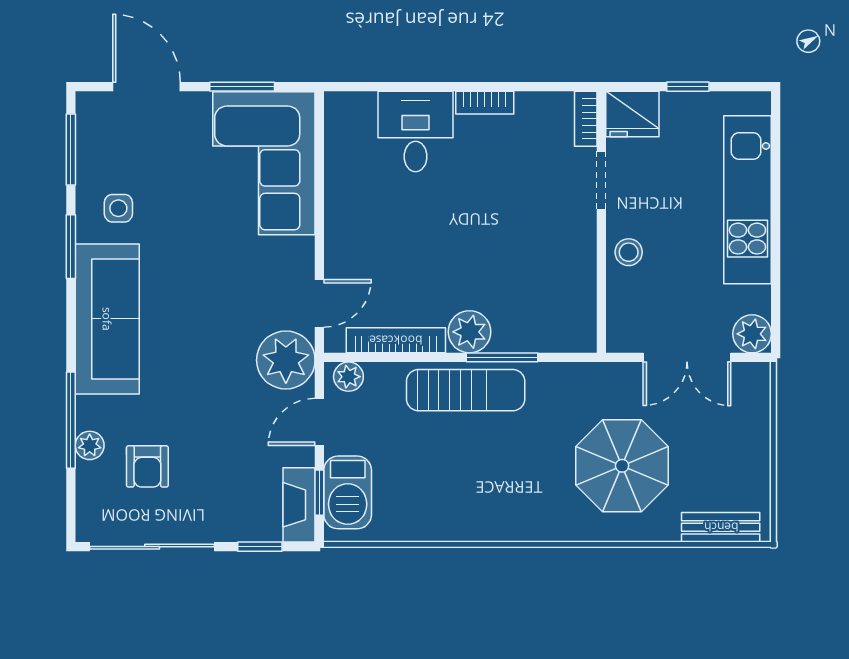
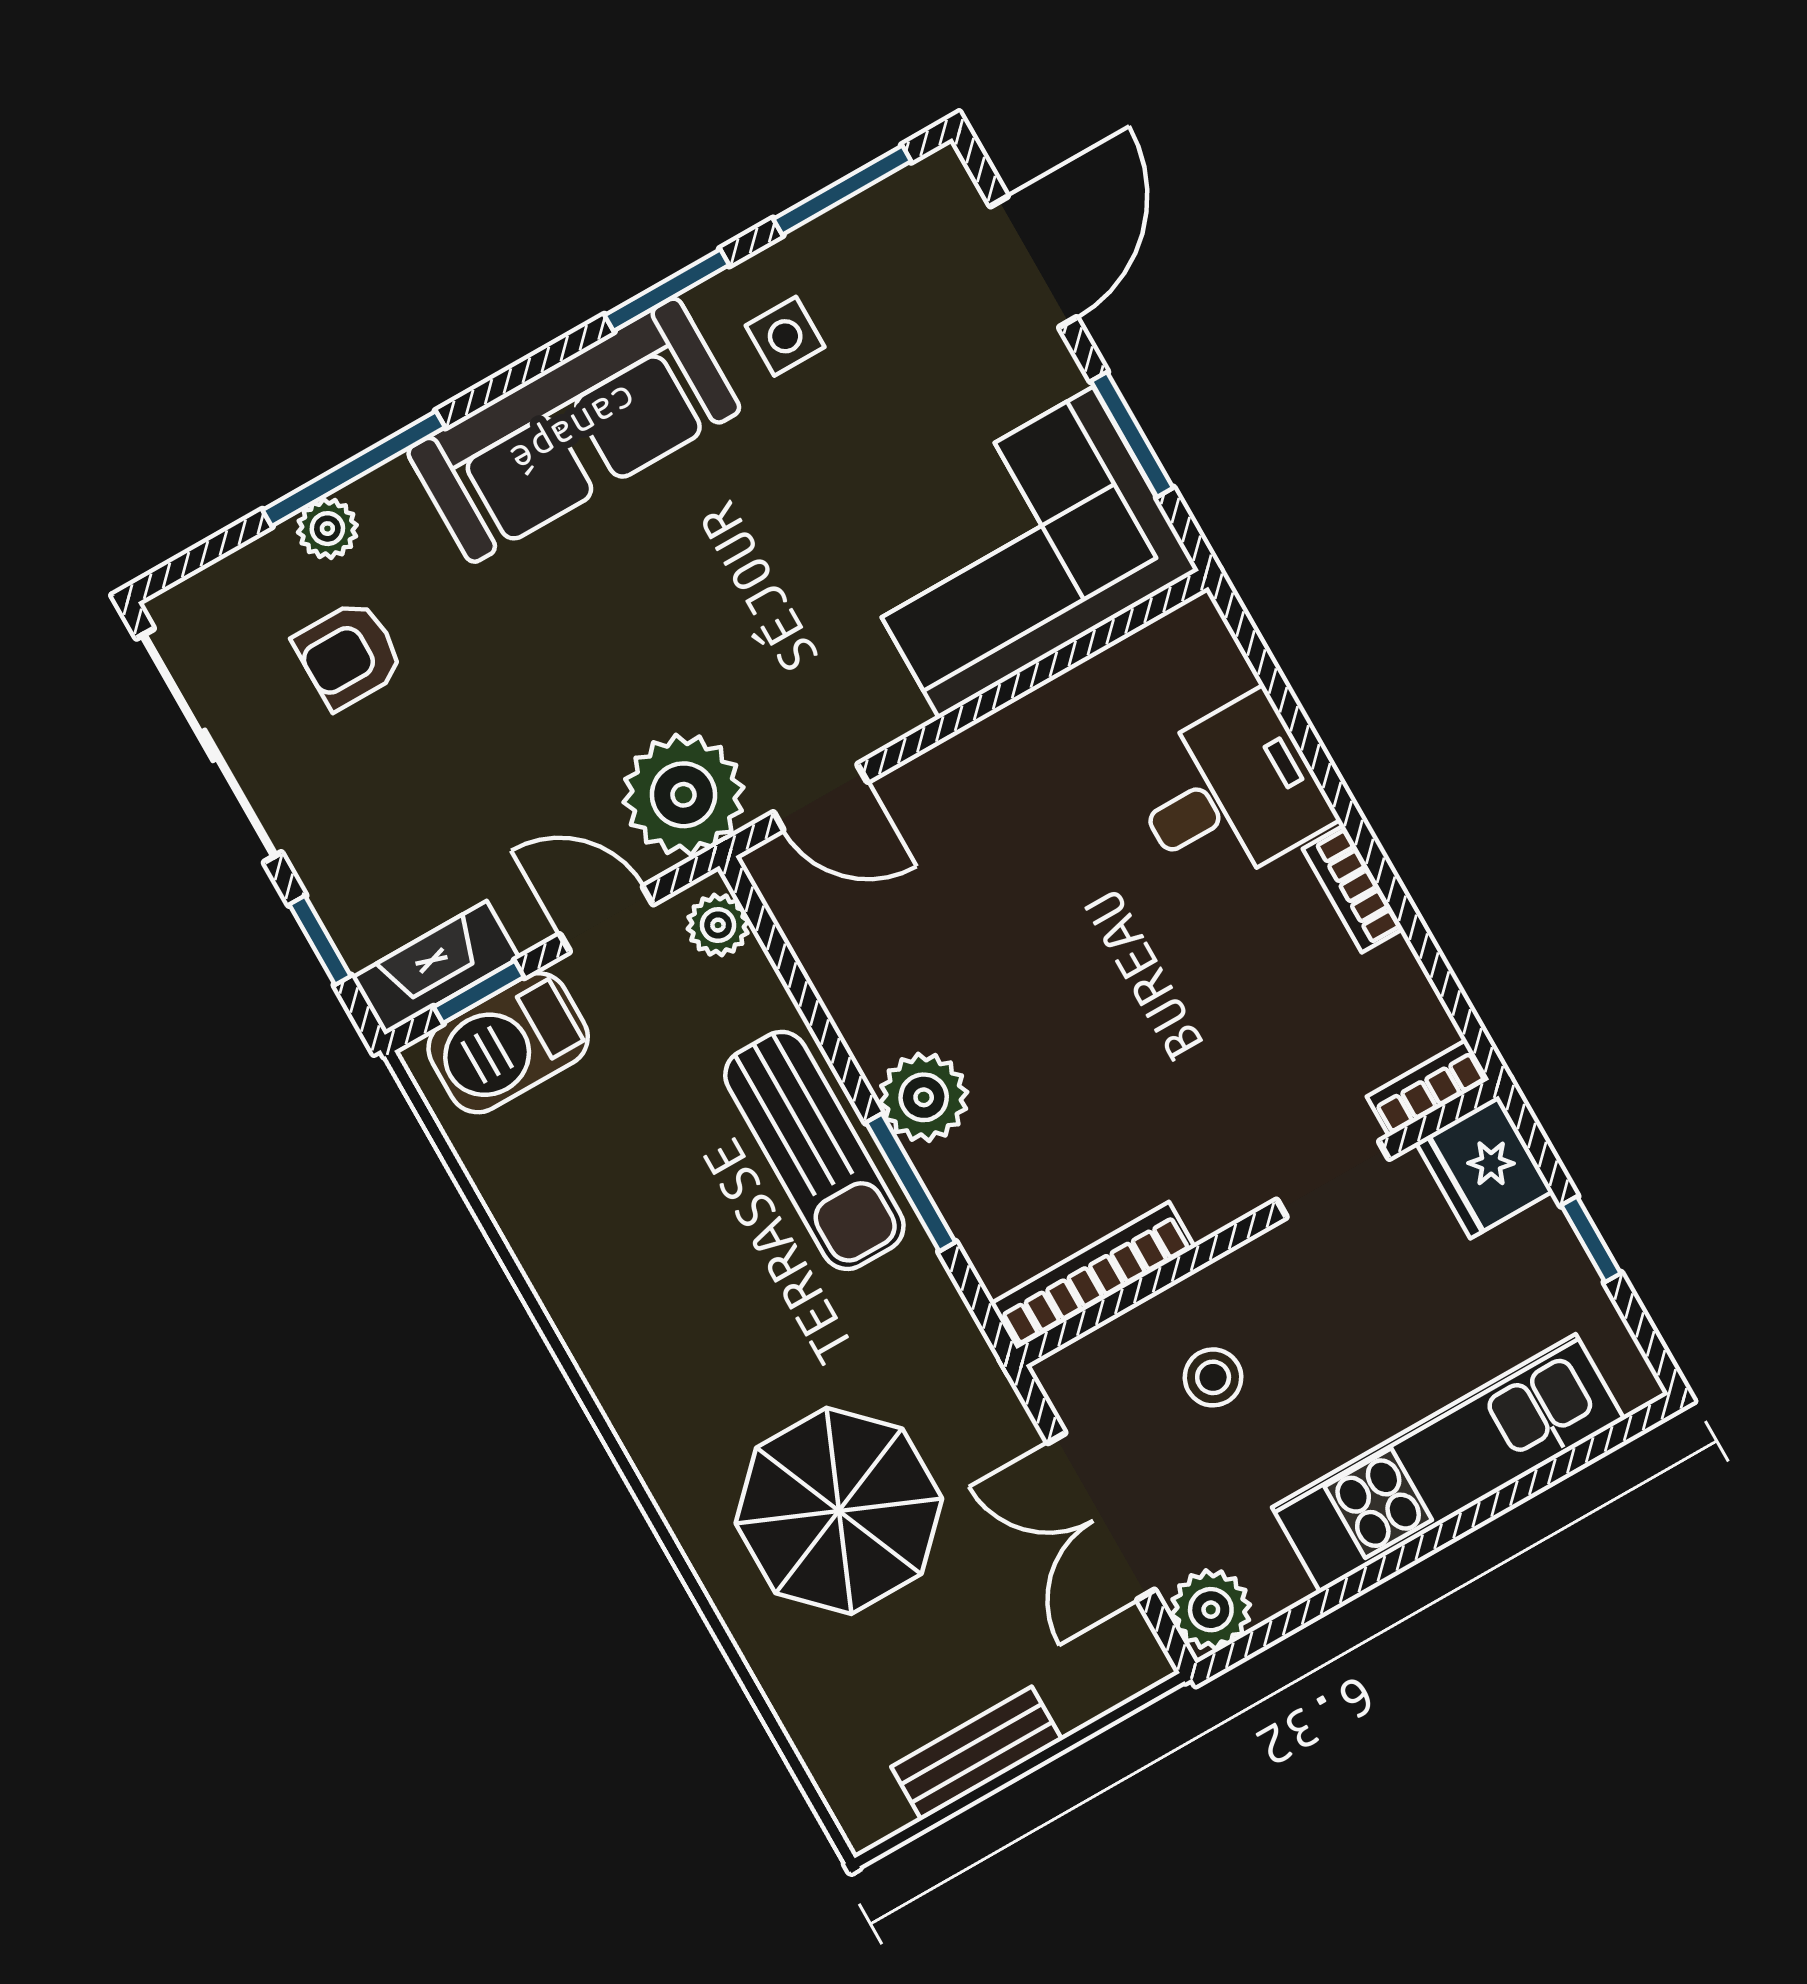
stool: (629, 252) -> (1213, 1377), moved
bookcase: (396, 340) -> (1093, 1275), moved, turned -90
bench: (721, 527) -> (977, 1753), moved, turned 90

